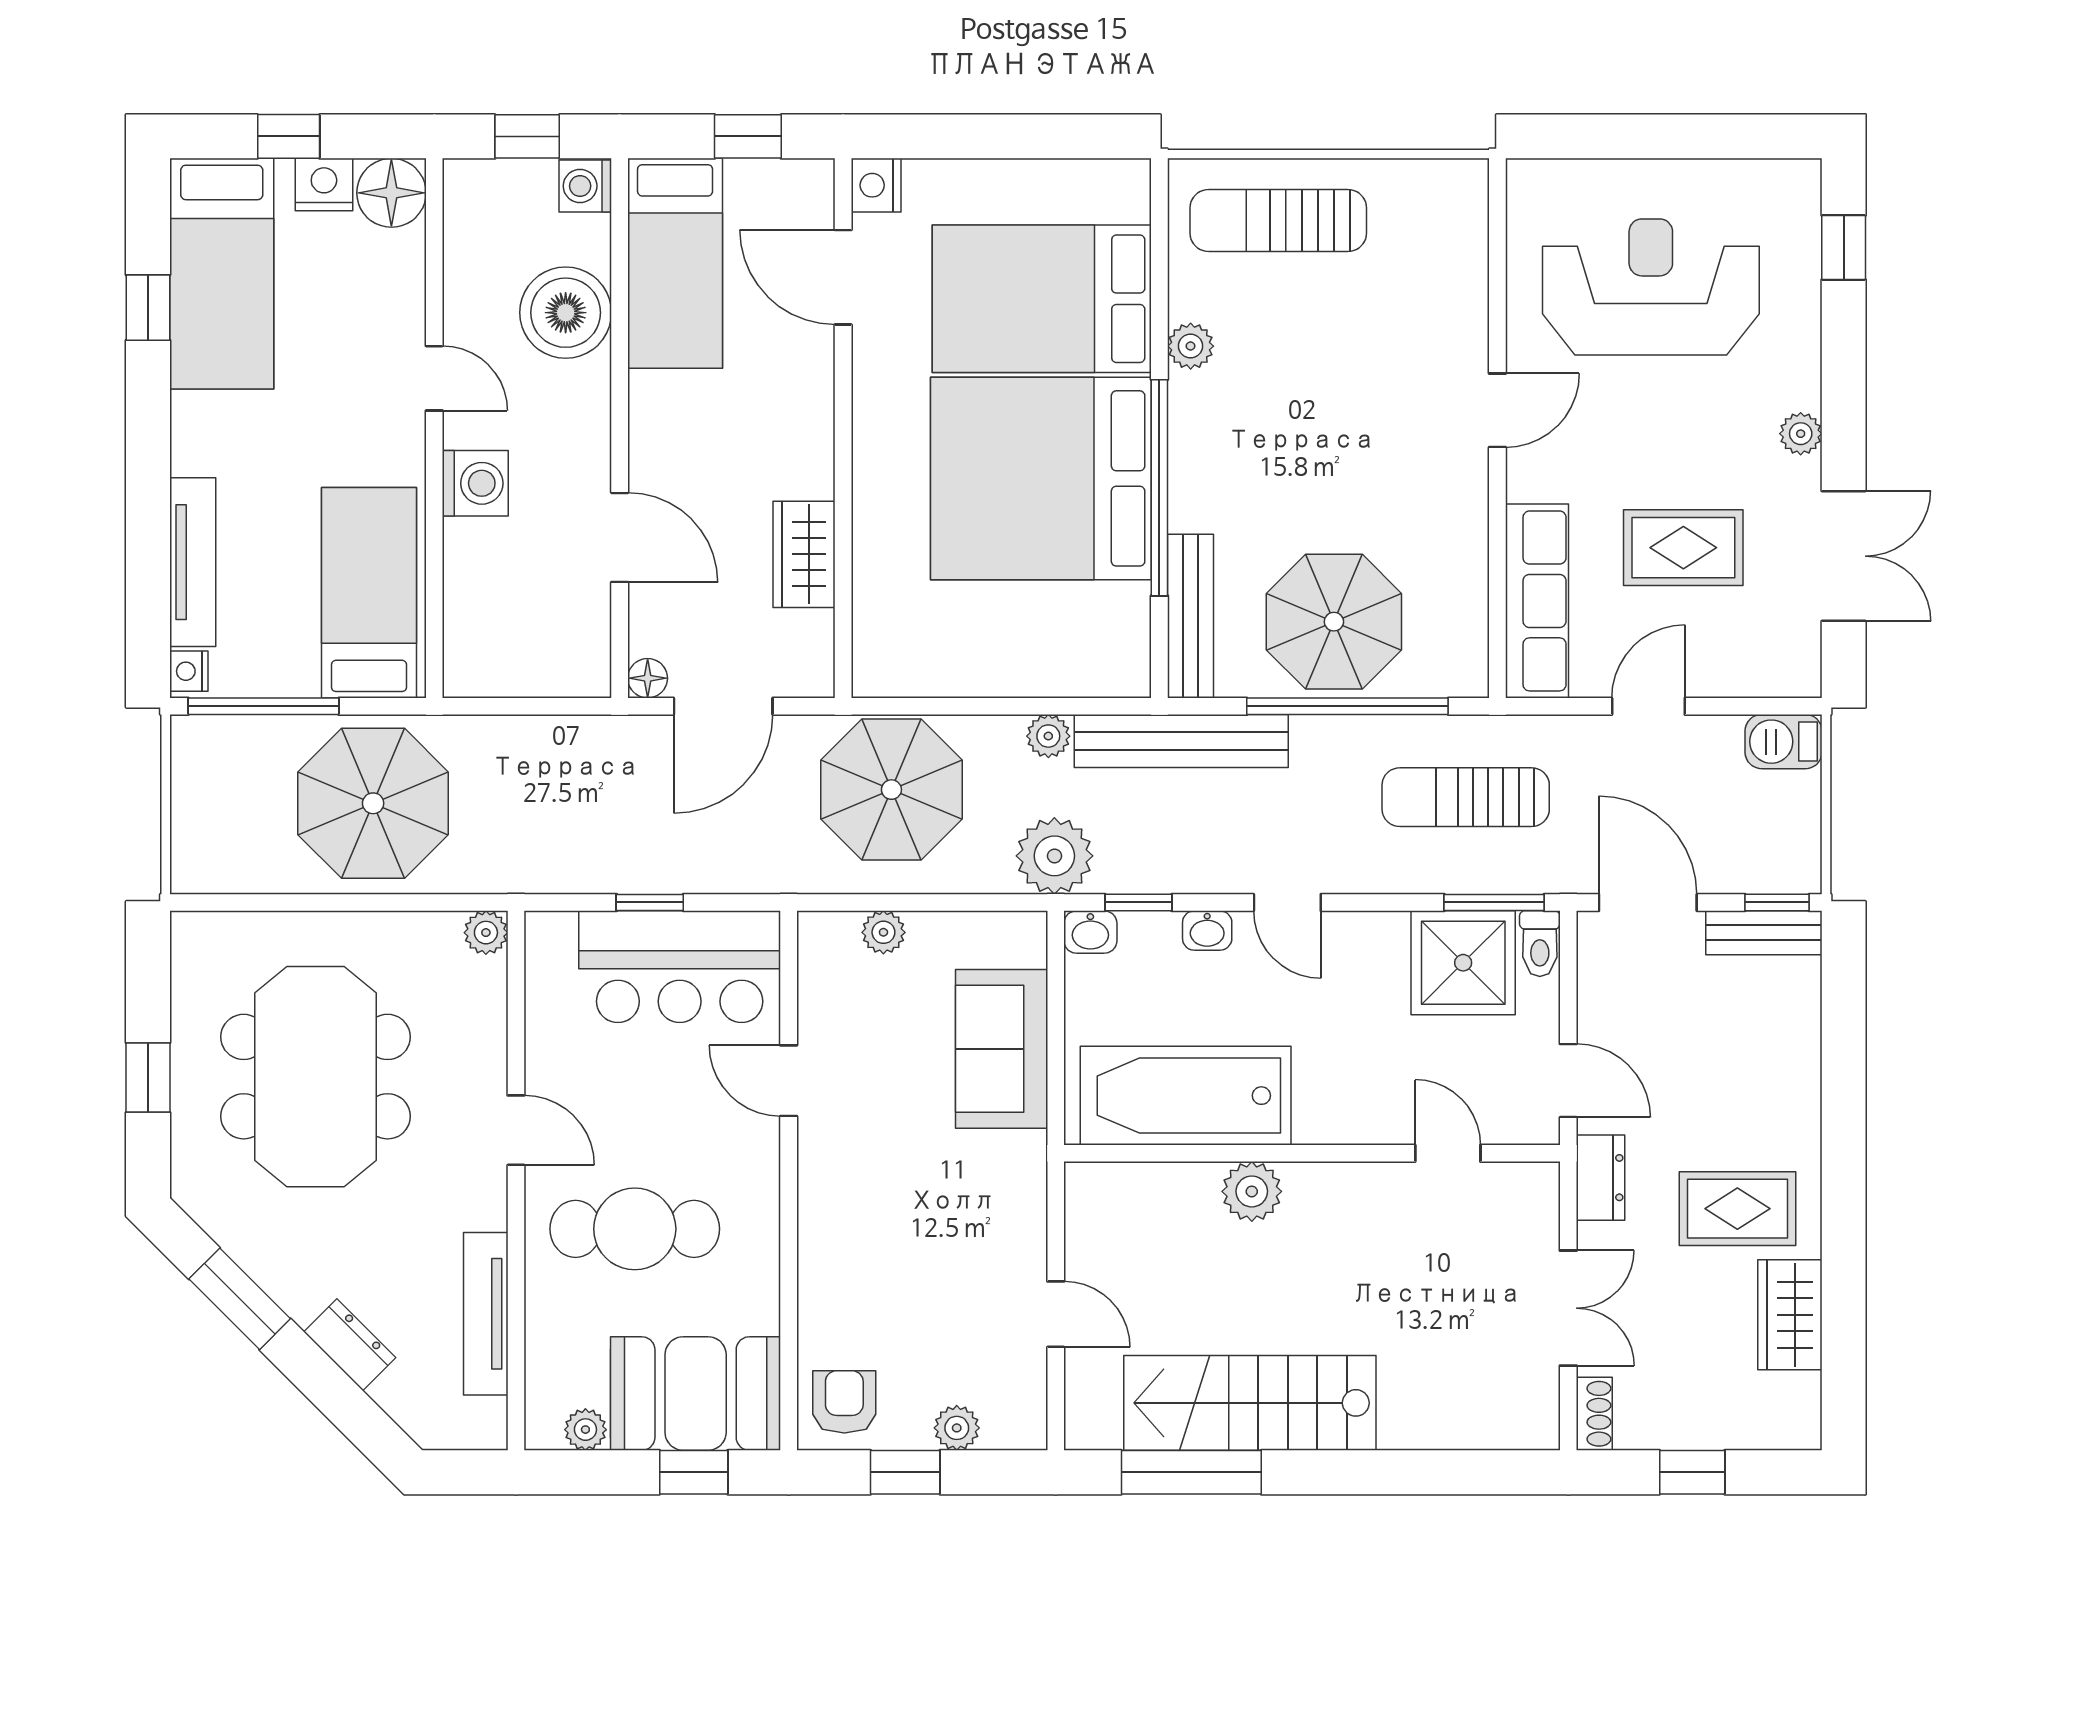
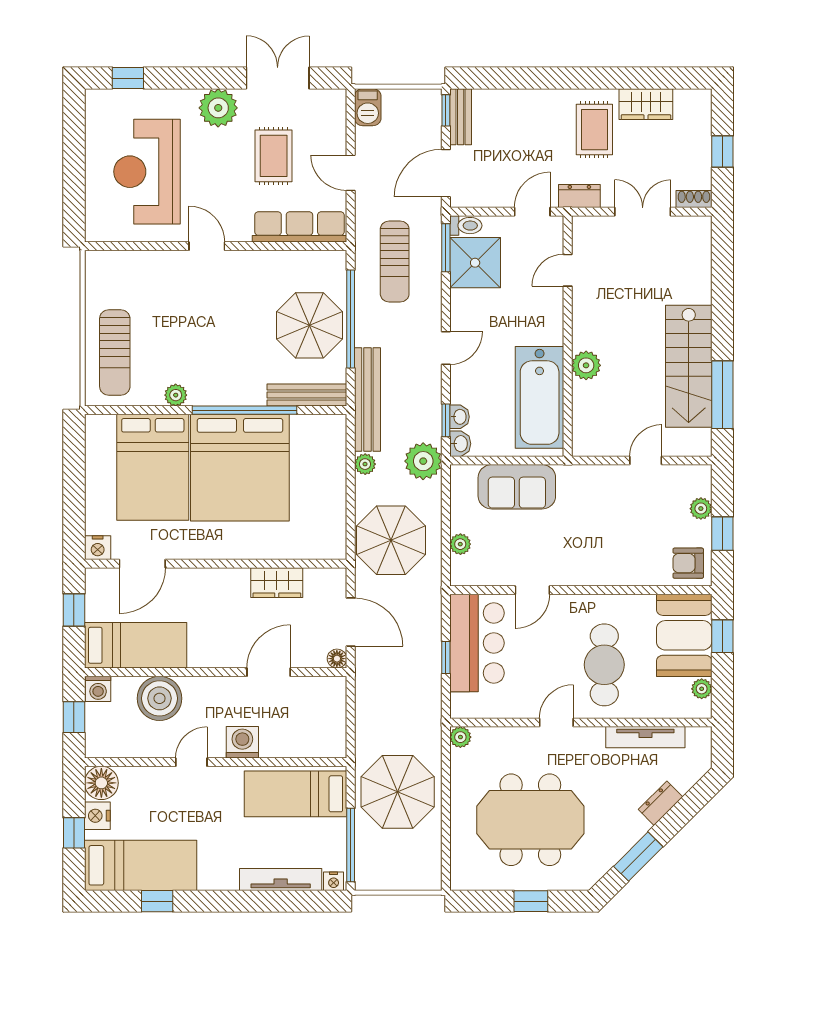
plant: (1801, 434) -> (218, 108), width x1.88, depth x1.88
washbasin: (1207, 931) -> (459, 417), moved

